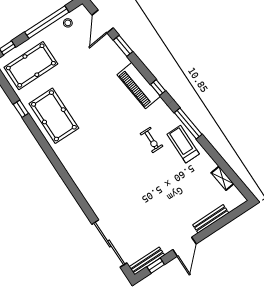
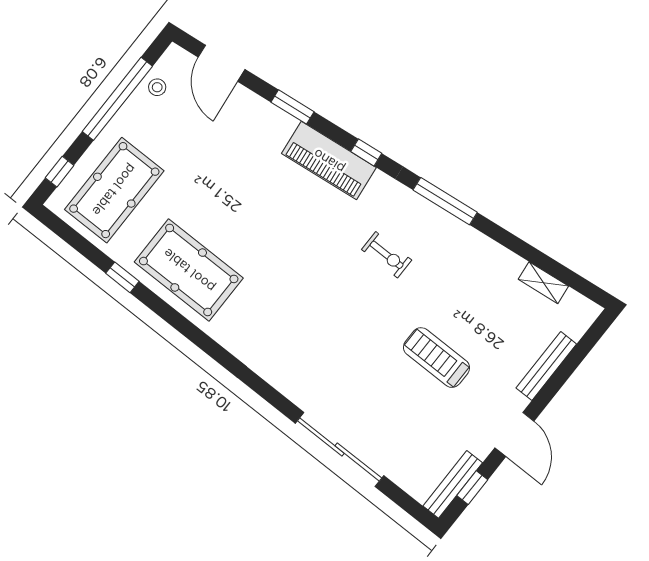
window: (123, 46) -> (292, 107), moved
treadmill: (183, 144) -> (436, 358), moved
sliding door: (109, 244) -> (340, 449), moved

